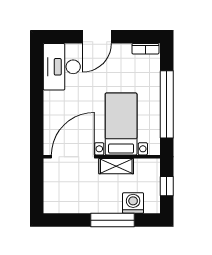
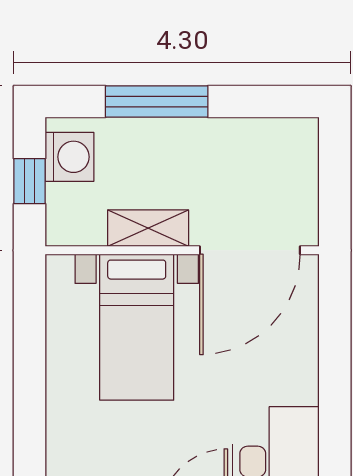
window: (167, 104) -> (29, 373), removed
washing machine: (133, 203) -> (70, 157), moved, turned -90

